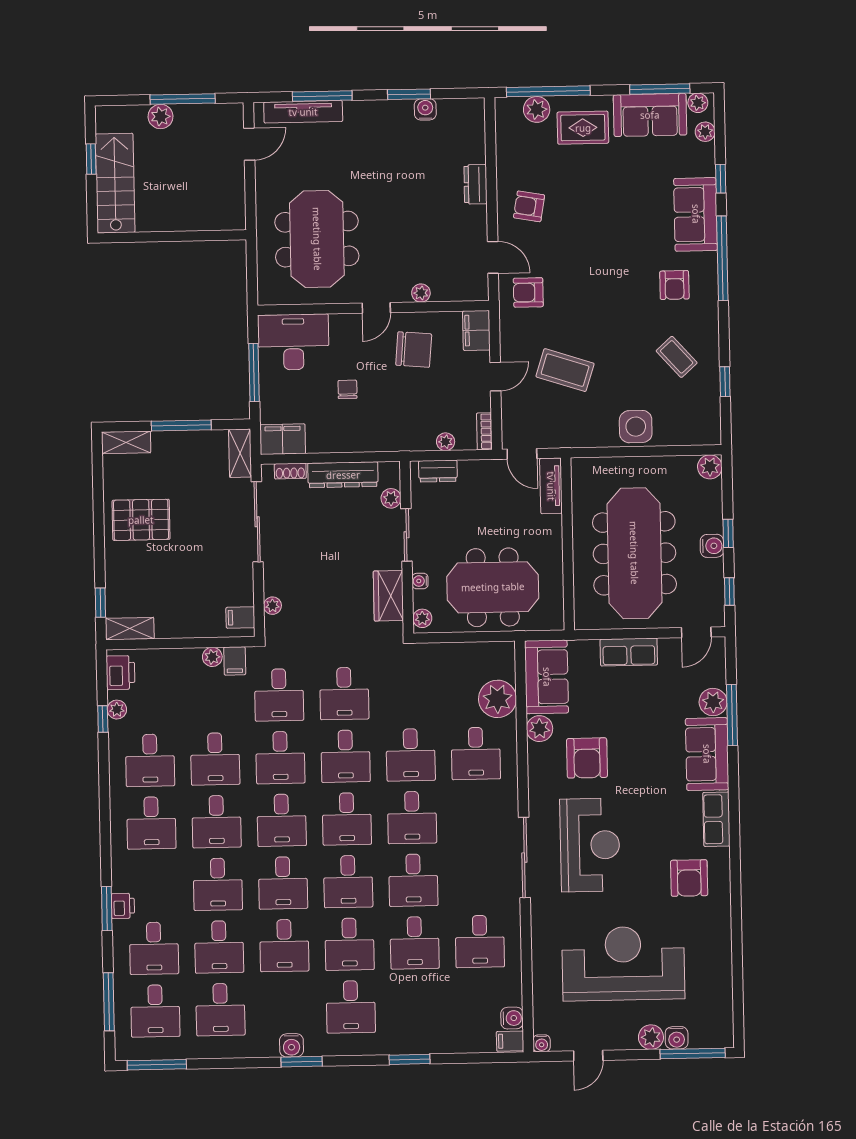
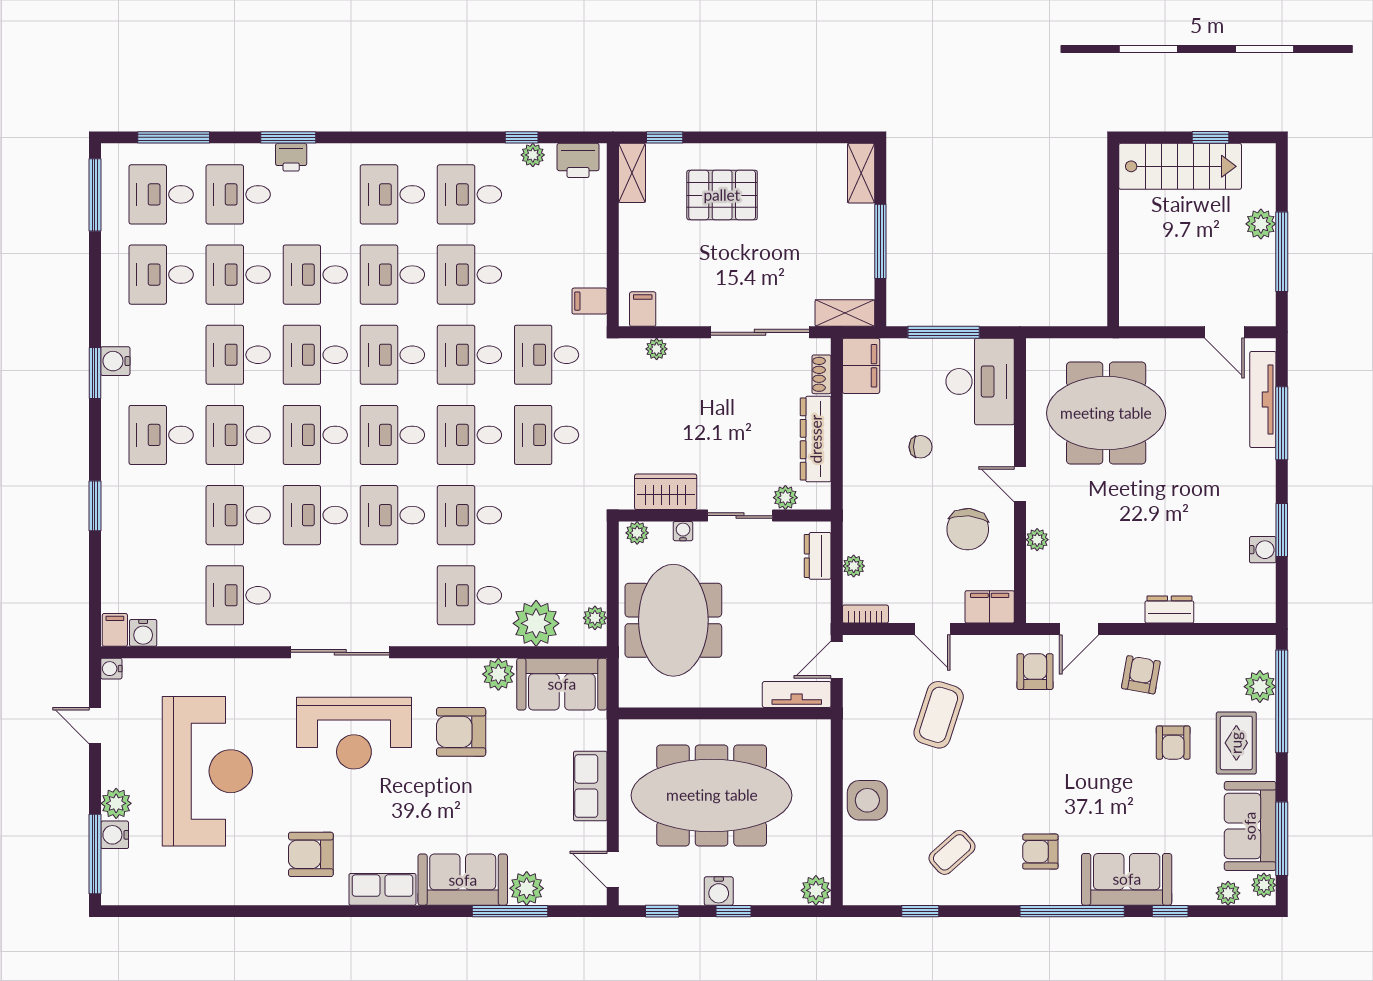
armchair: (584, 179) -> (1173, 743), added
pallet: (141, 520) -> (722, 195), moved, turned 90
plant: (212, 657) -> (595, 618), moved

